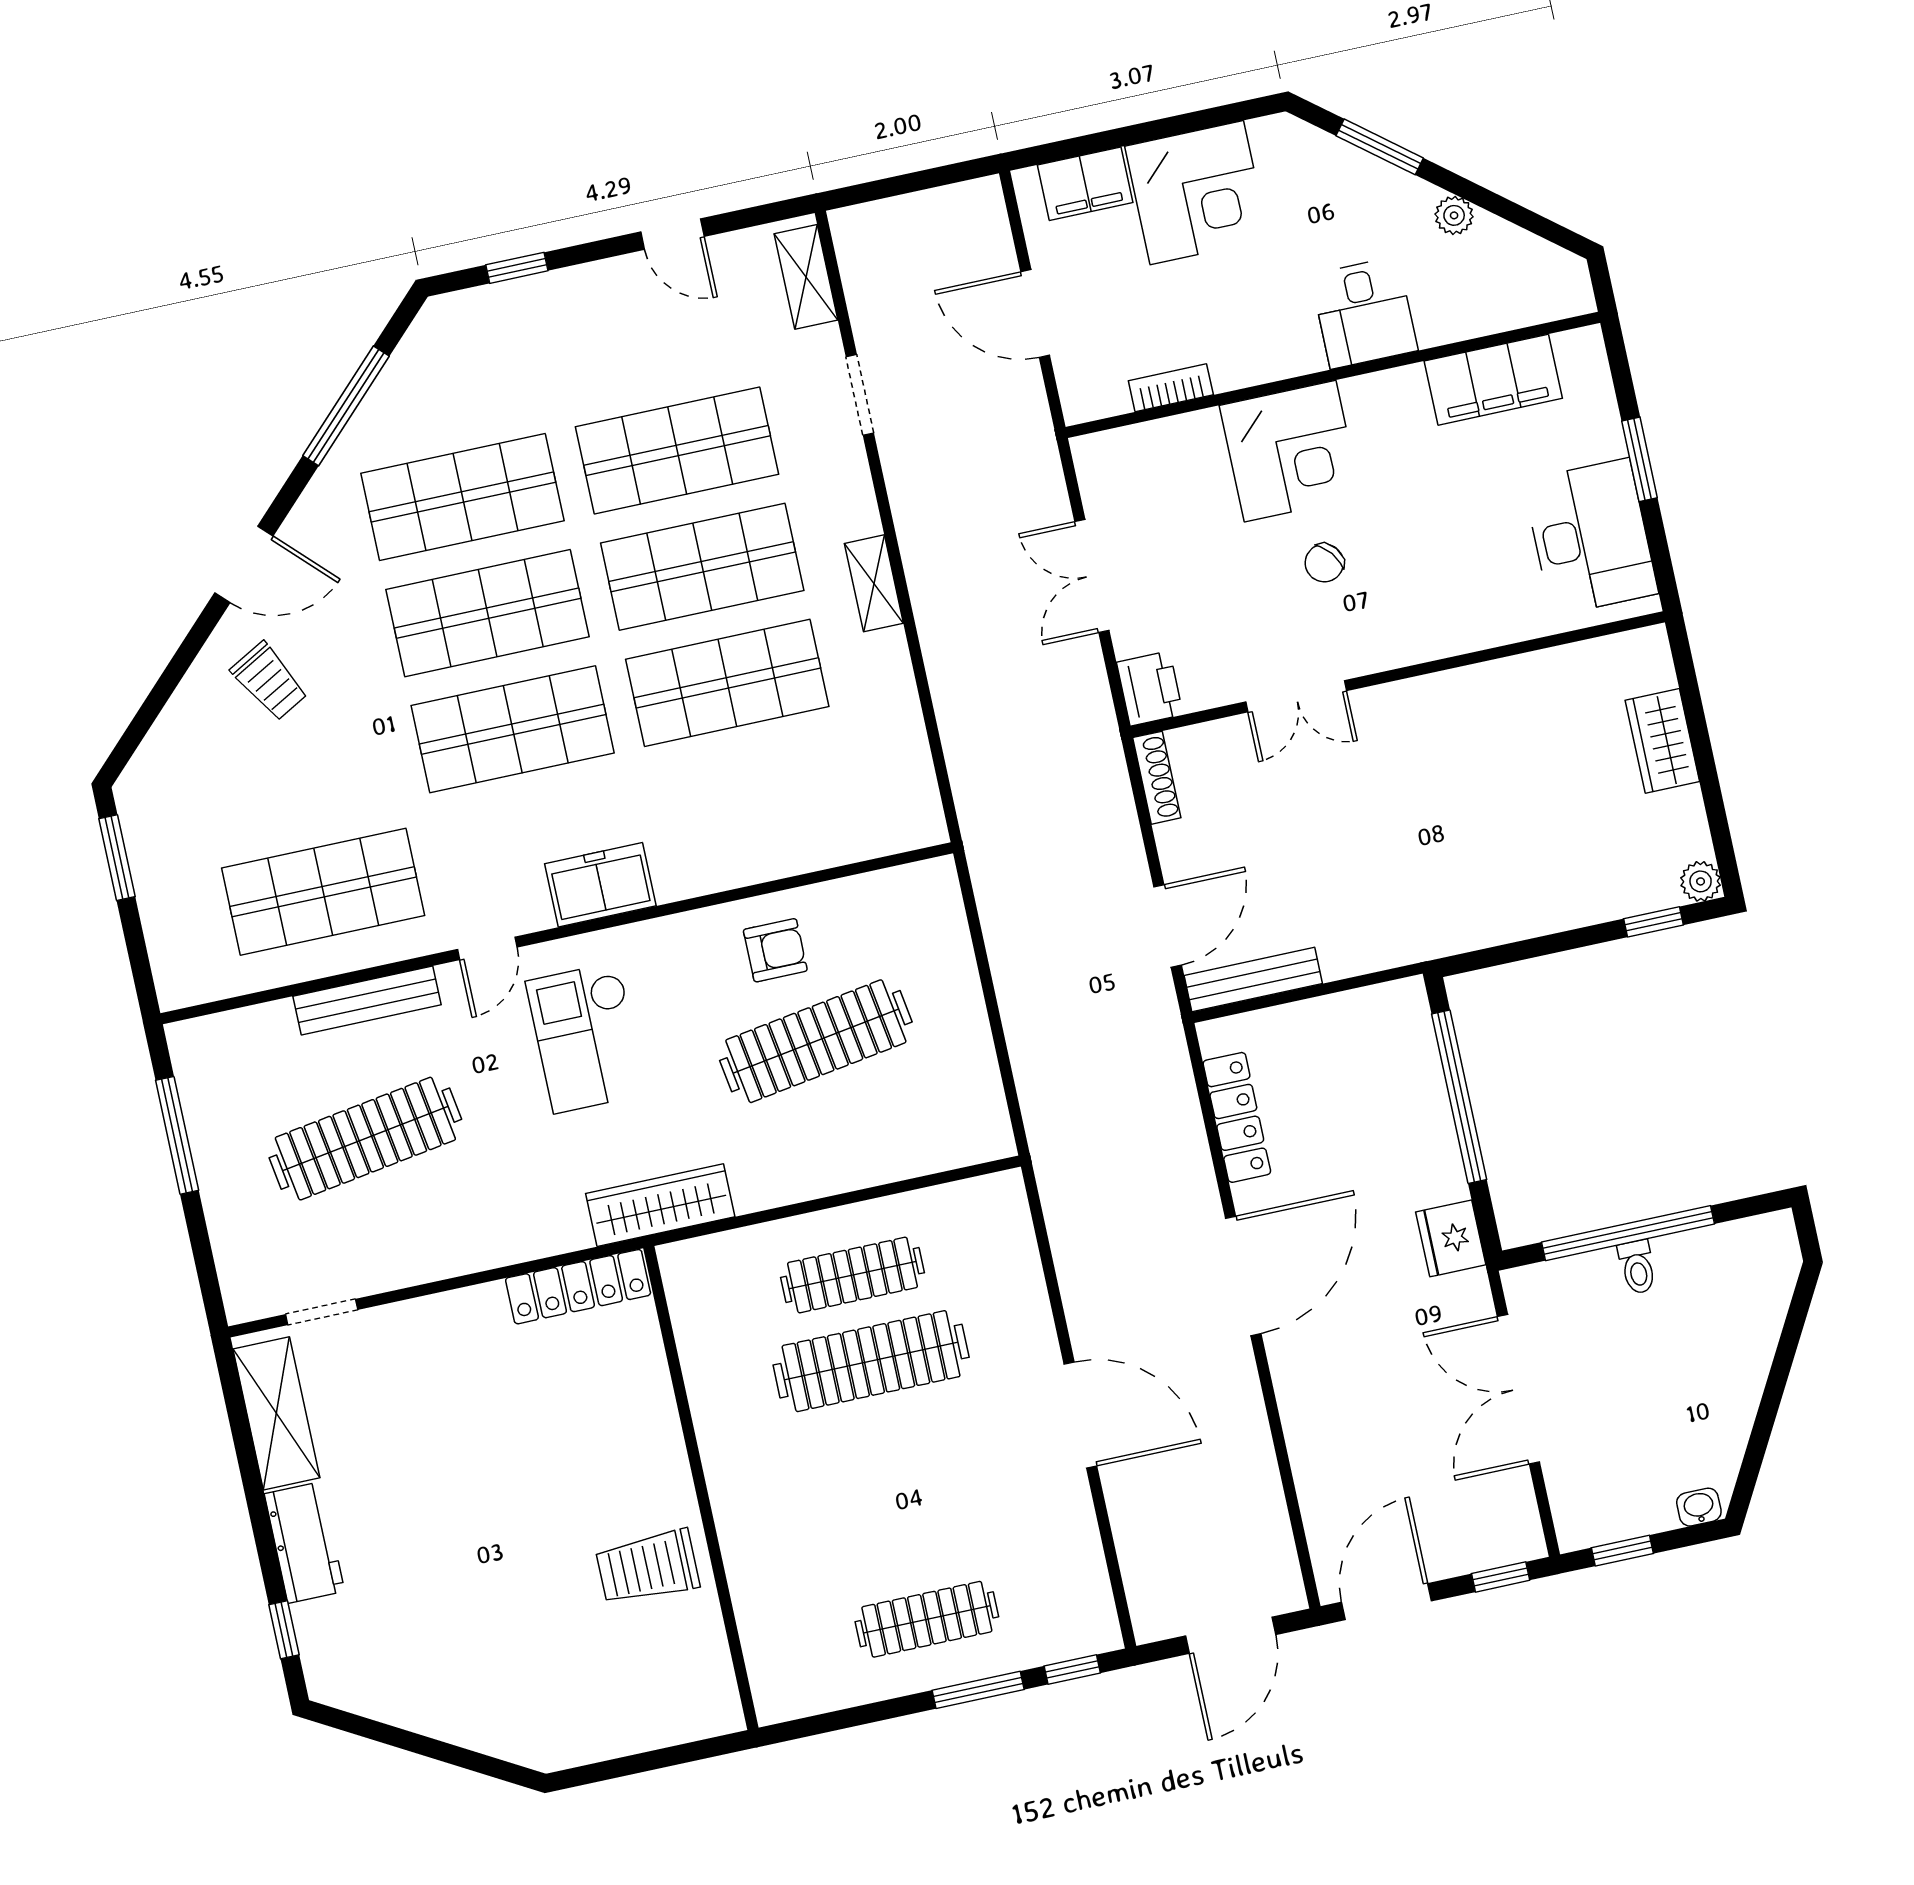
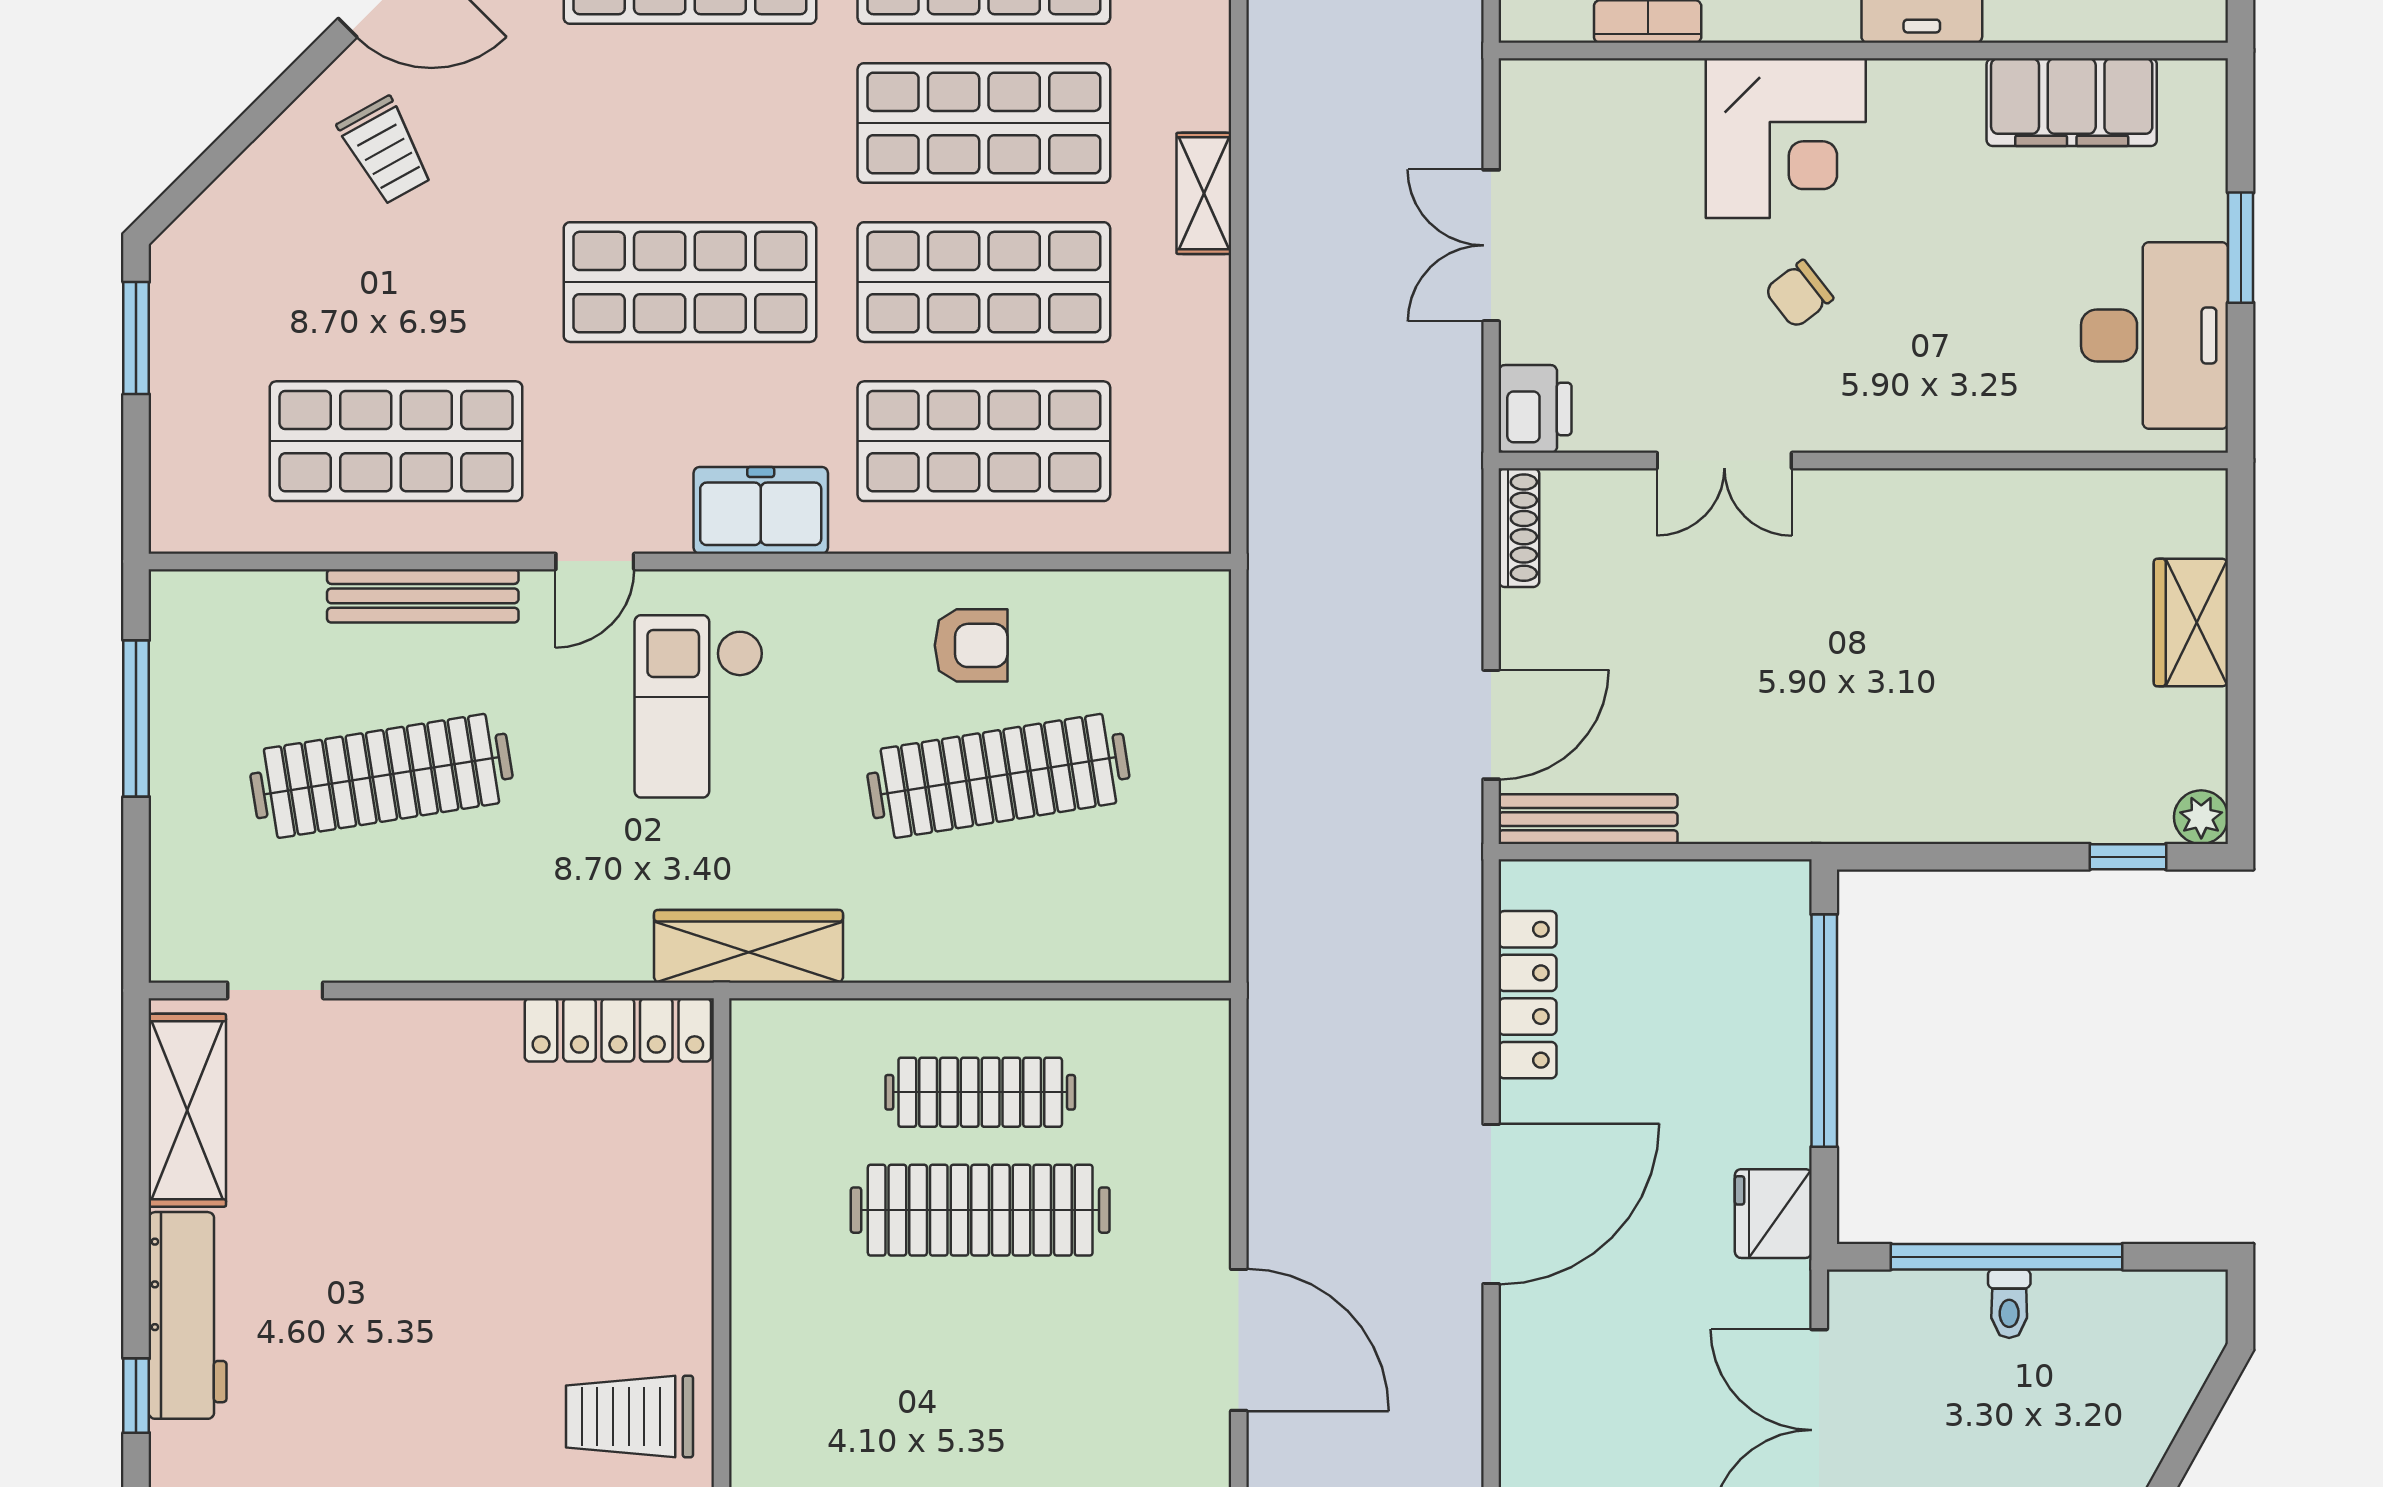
shop shelf: (488, 613) -> (984, 441), moved
workbench: (304, 1543) -> (188, 1315), width x1.38

